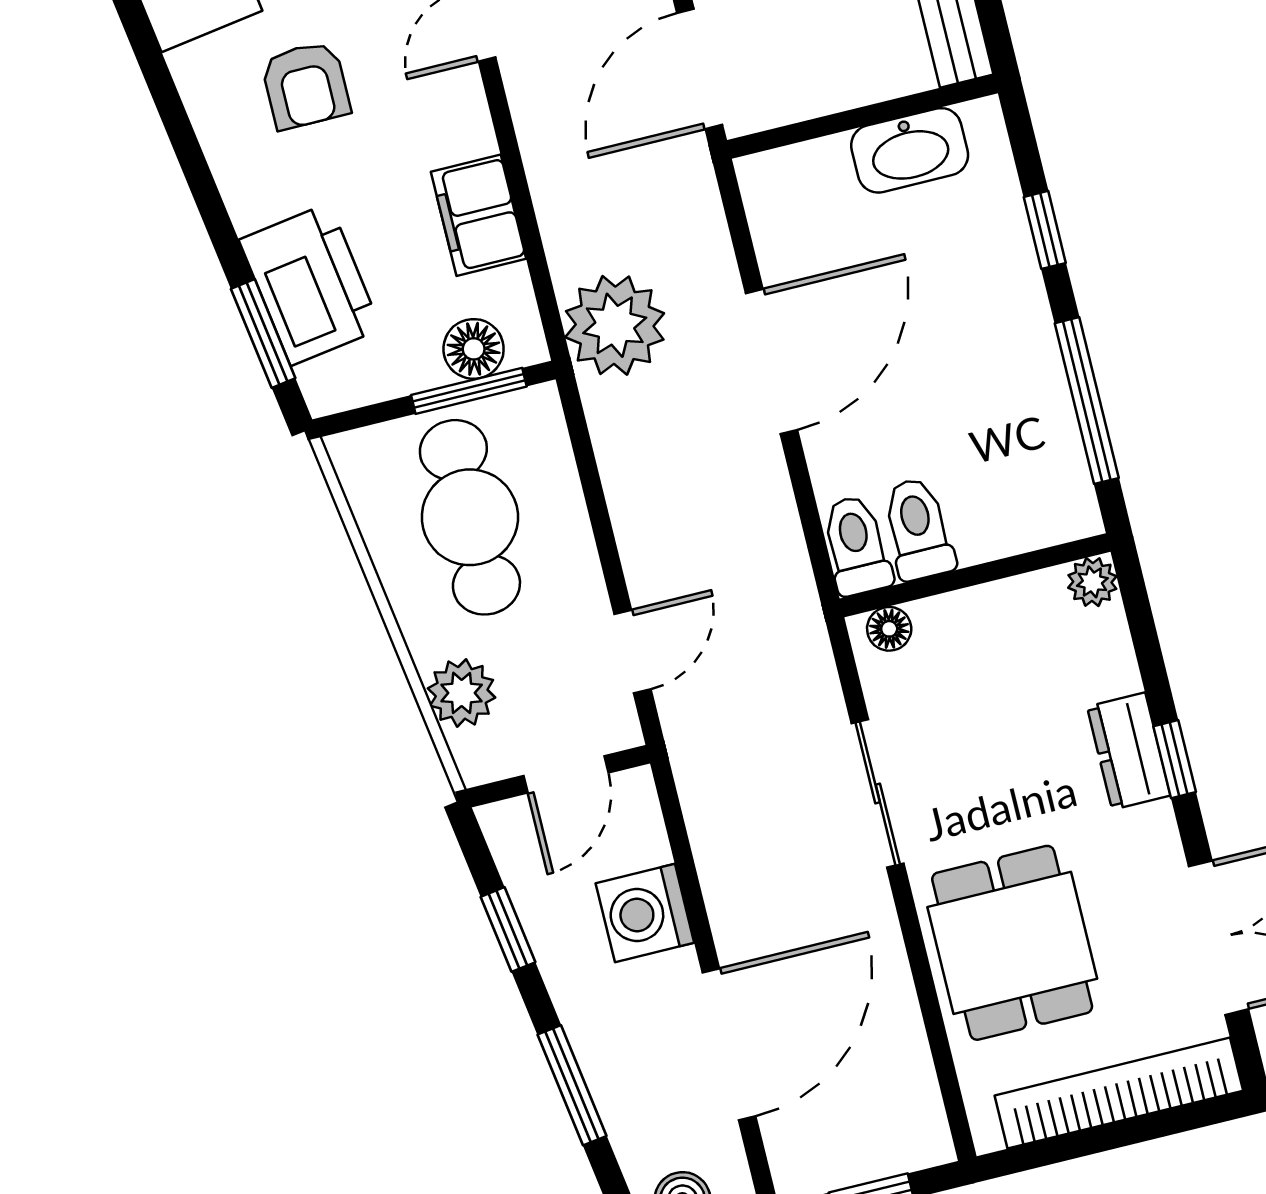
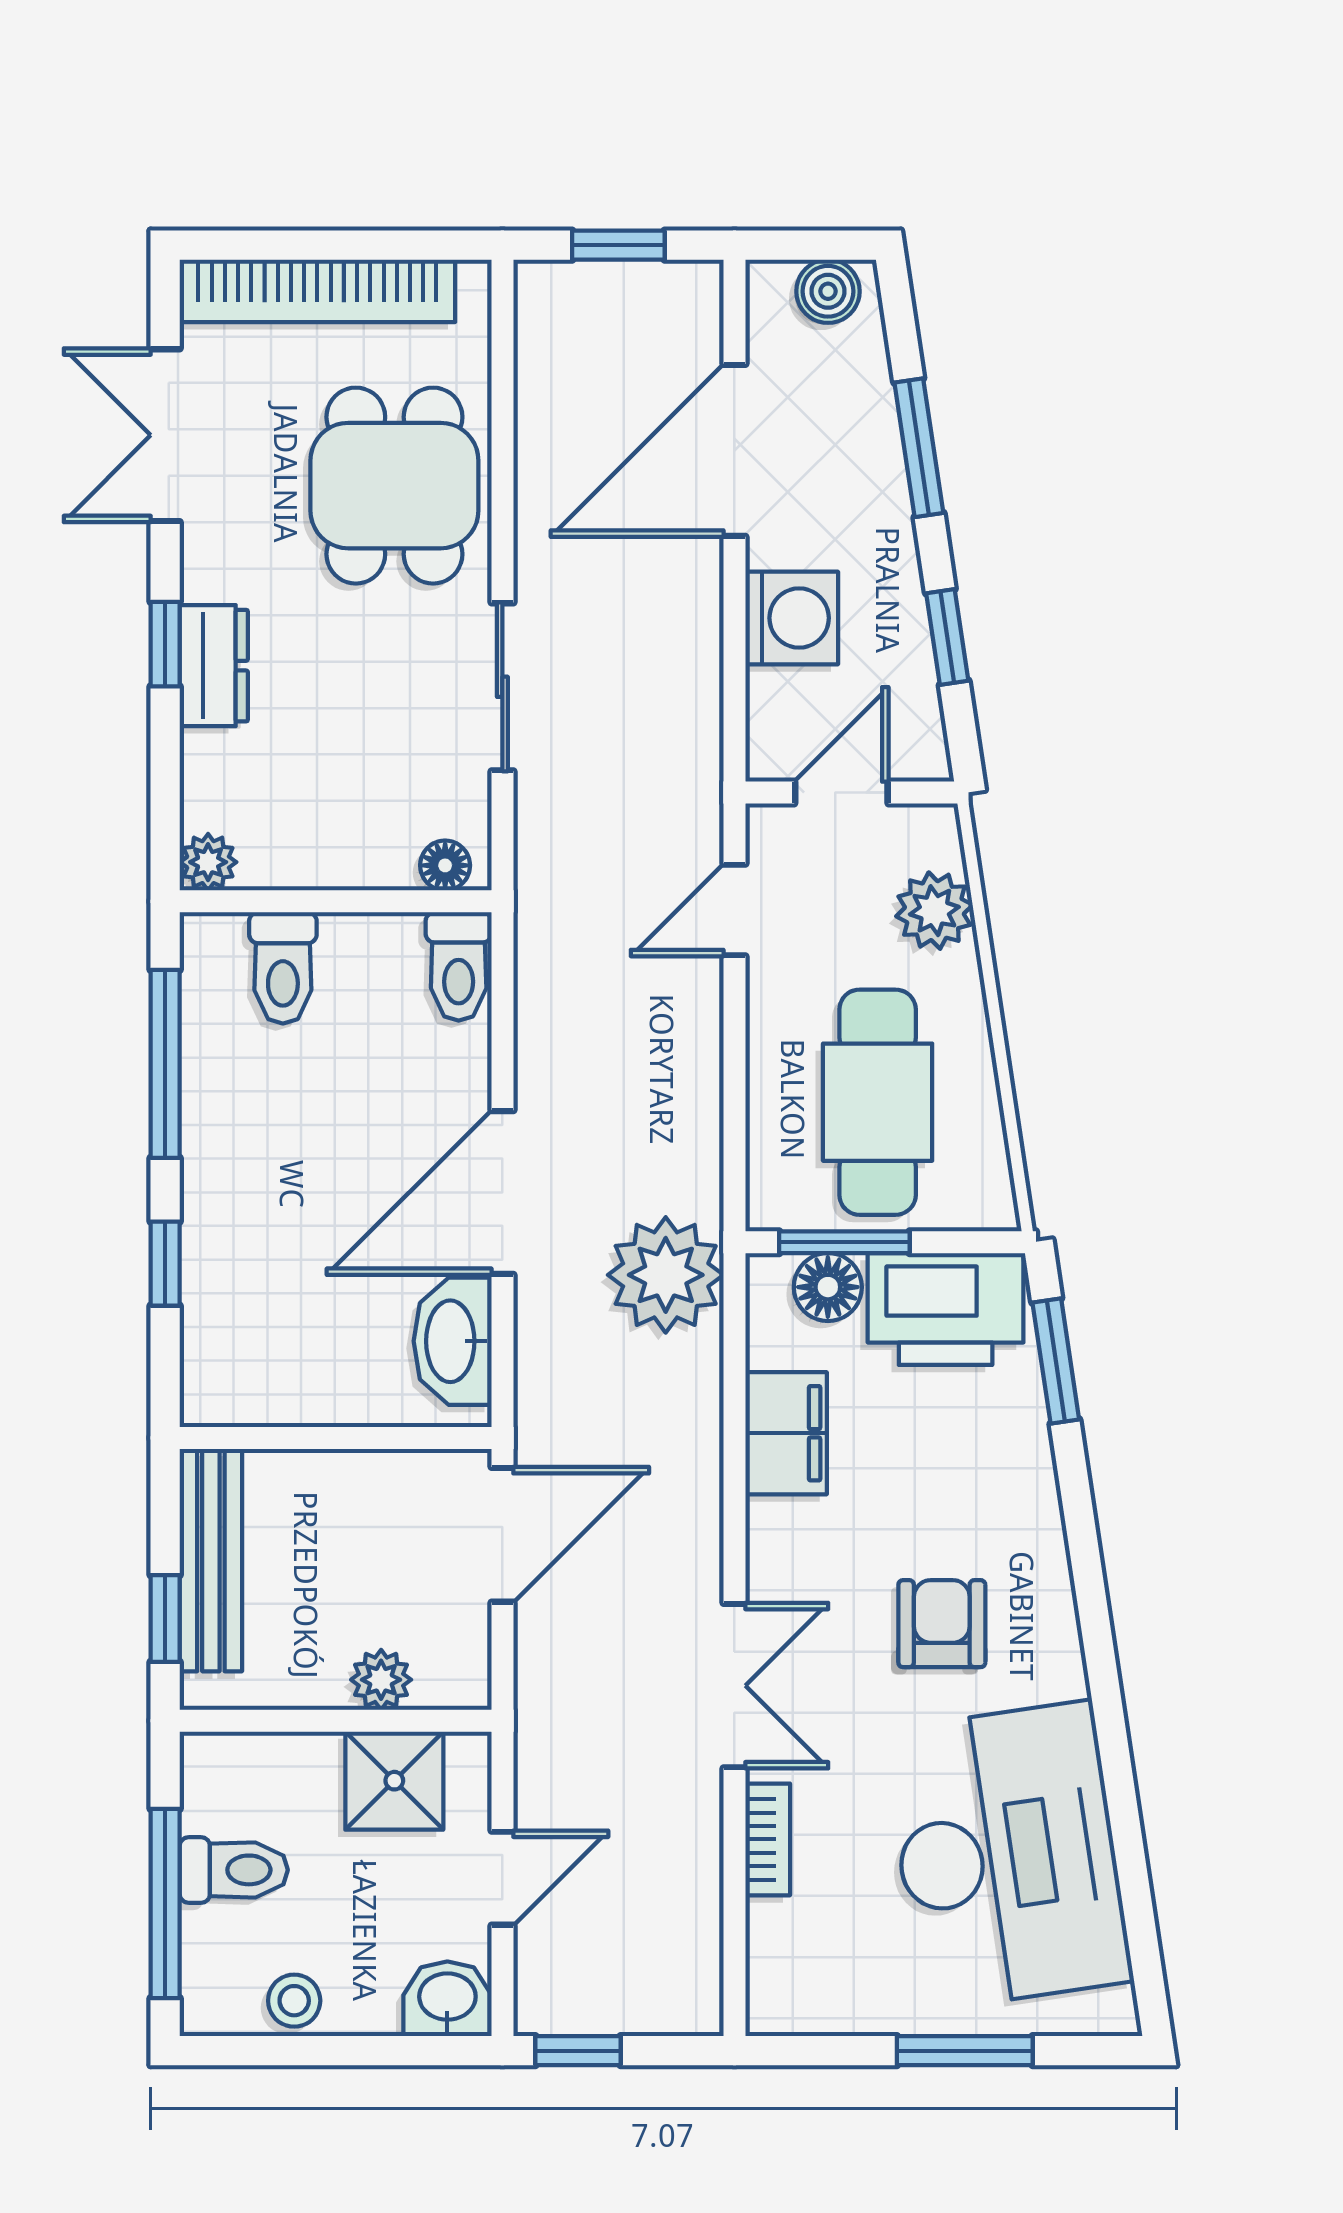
washbasin: (910, 150) -> (453, 1341), moved, turned -90
printer: (310, 284) -> (946, 1309), moved, turned -81
toilet: (918, 529) -> (283, 968), moved

